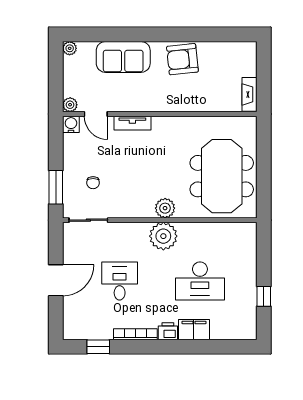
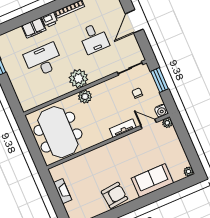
plant: (70, 105) -> (167, 123), moved
door: (96, 114) -> (148, 124), moved
wall: (160, 114) -> (108, 141), moved
tv unit: (132, 123) -> (123, 128), moved
water cooler: (71, 124) -> (161, 111), moved

